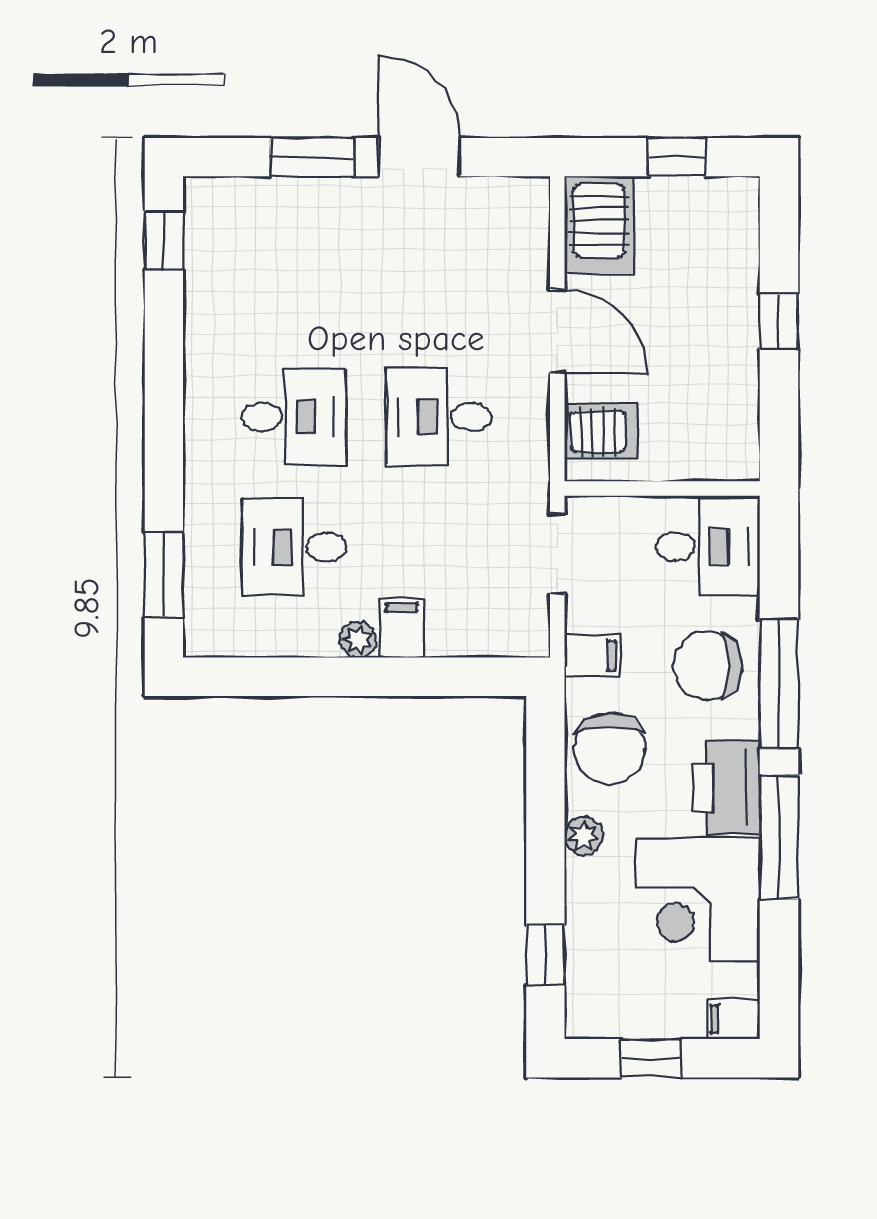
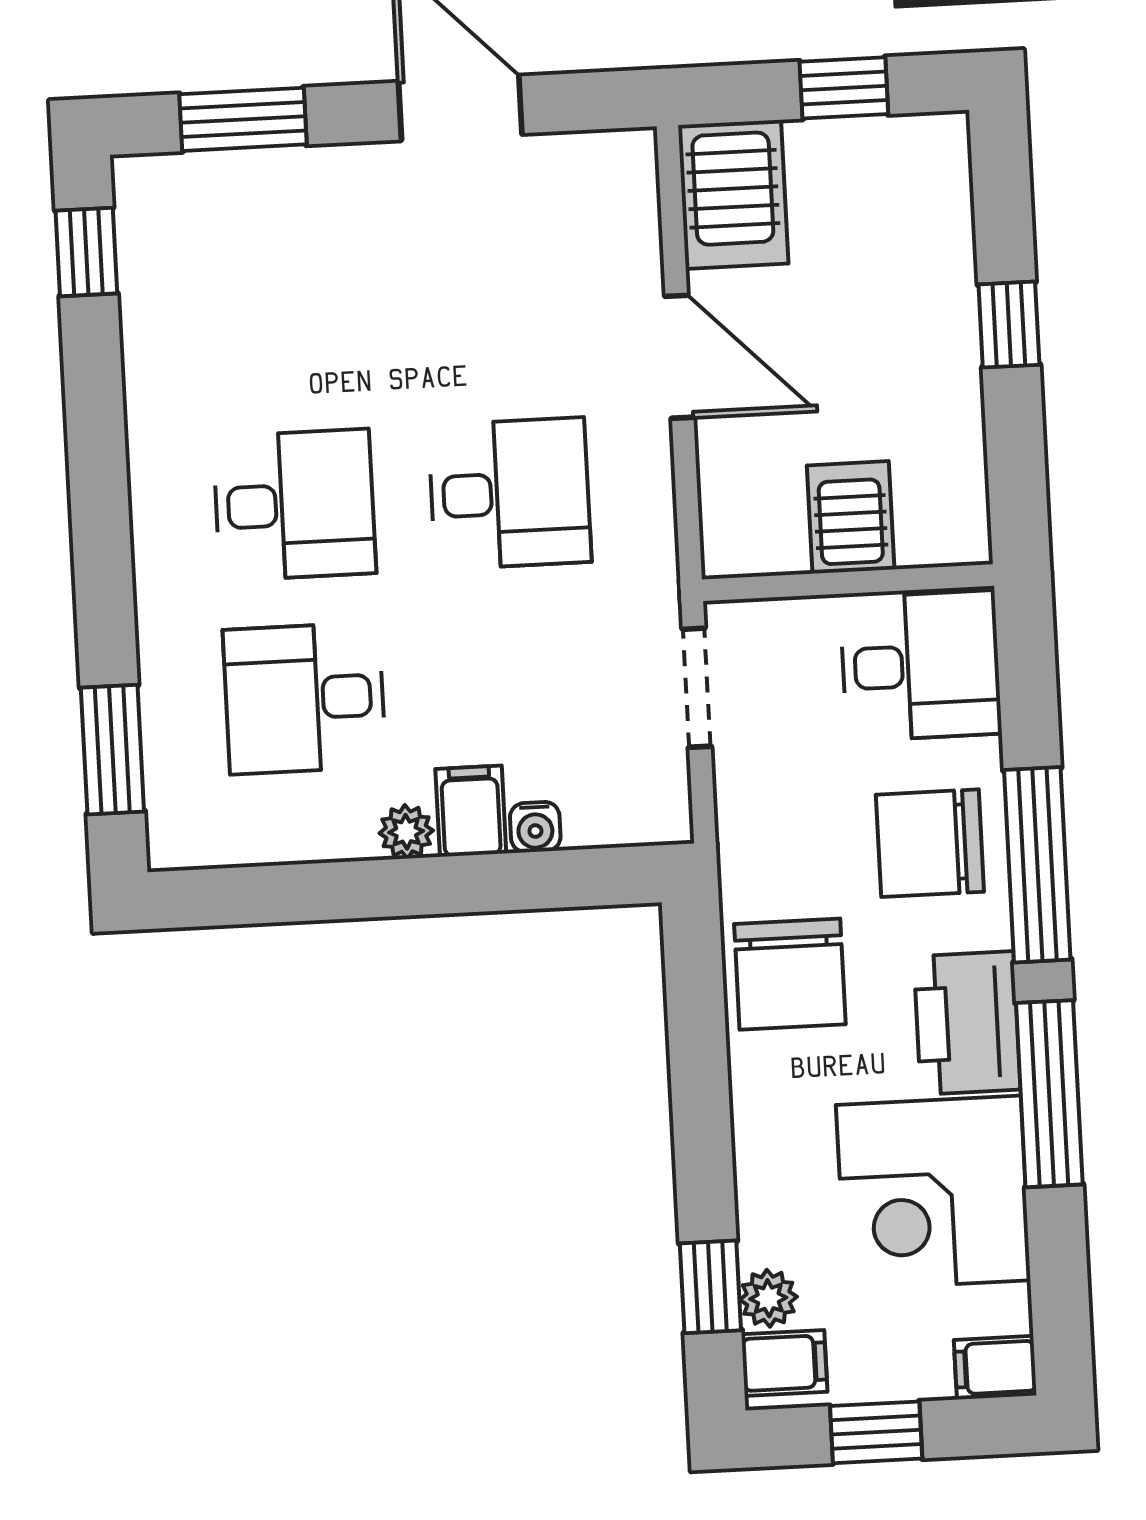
window: (312, 157) -> (243, 119), moved
desk: (439, 417) -> (510, 494), turned 180
server rack: (601, 432) -> (851, 517), moved, turned -90
water cooler: (444, 641) -> (535, 827), added
filing cabinet: (592, 656) -> (784, 1363), moved
plant: (584, 836) -> (768, 1298), moved

